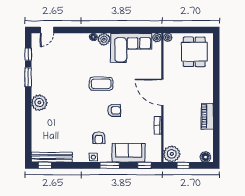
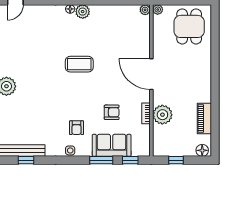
corner sofa: (131, 48) -> (115, 22), removed
armchair: (114, 110) -> (112, 112), moved
piano: (207, 116) -> (204, 119), moved
plant: (172, 154) -> (162, 115), moved
window: (45, 165) -> (26, 160), moved
window: (110, 165) -> (101, 160), moved

